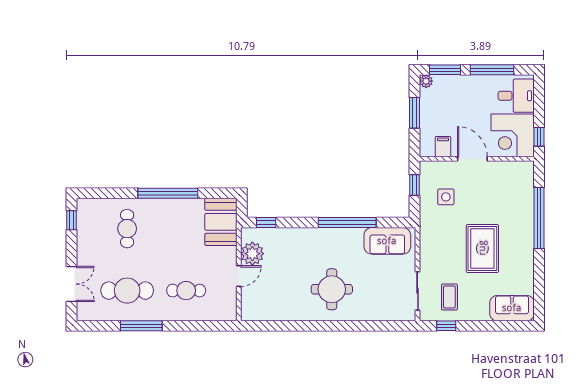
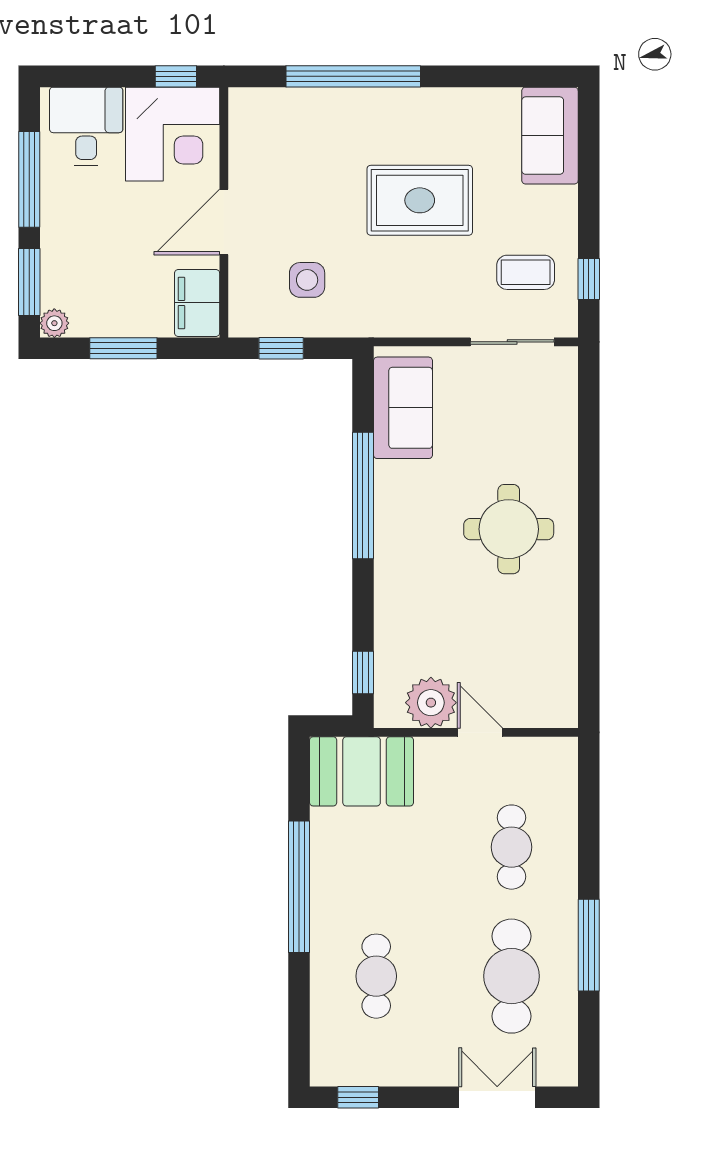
filing cabinet: (443, 147) -> (197, 303), width x2.00
cafe table: (127, 229) -> (376, 976), turned 90

